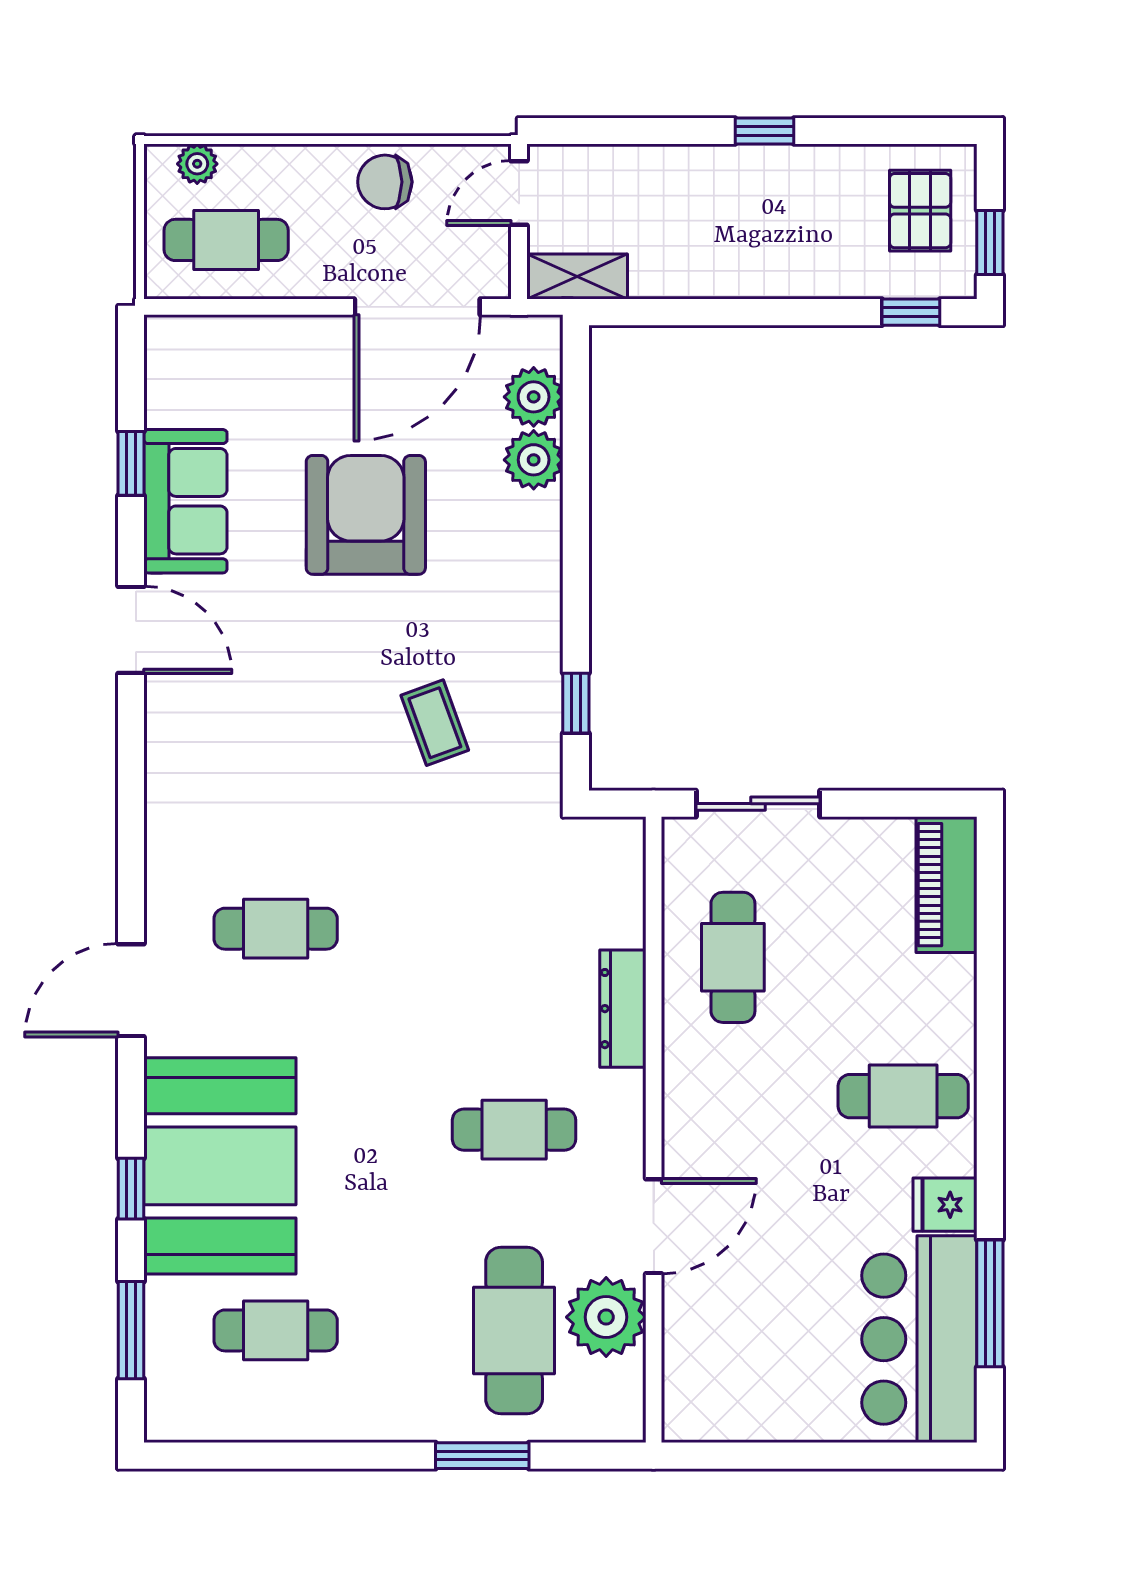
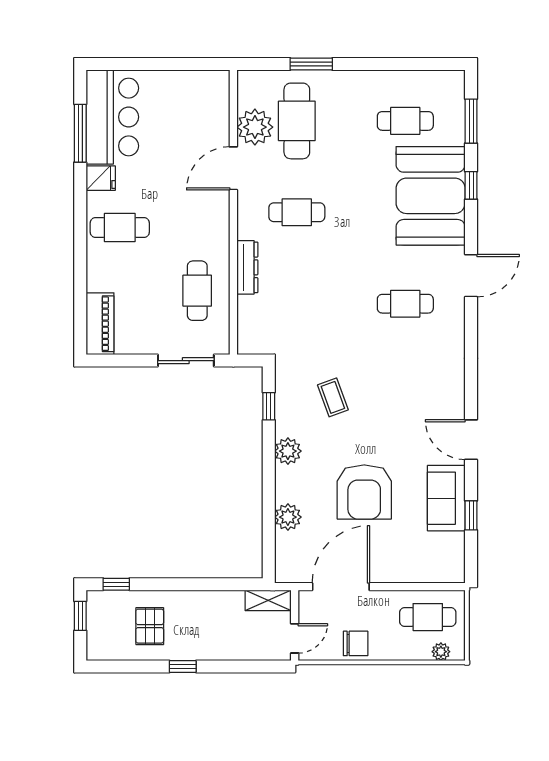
pallet: (920, 211) -> (150, 626), moved
plant: (534, 397) -> (288, 451), moved

